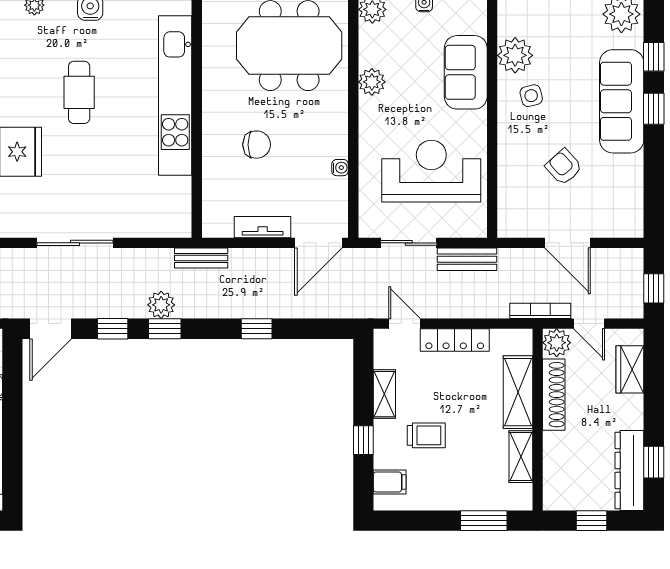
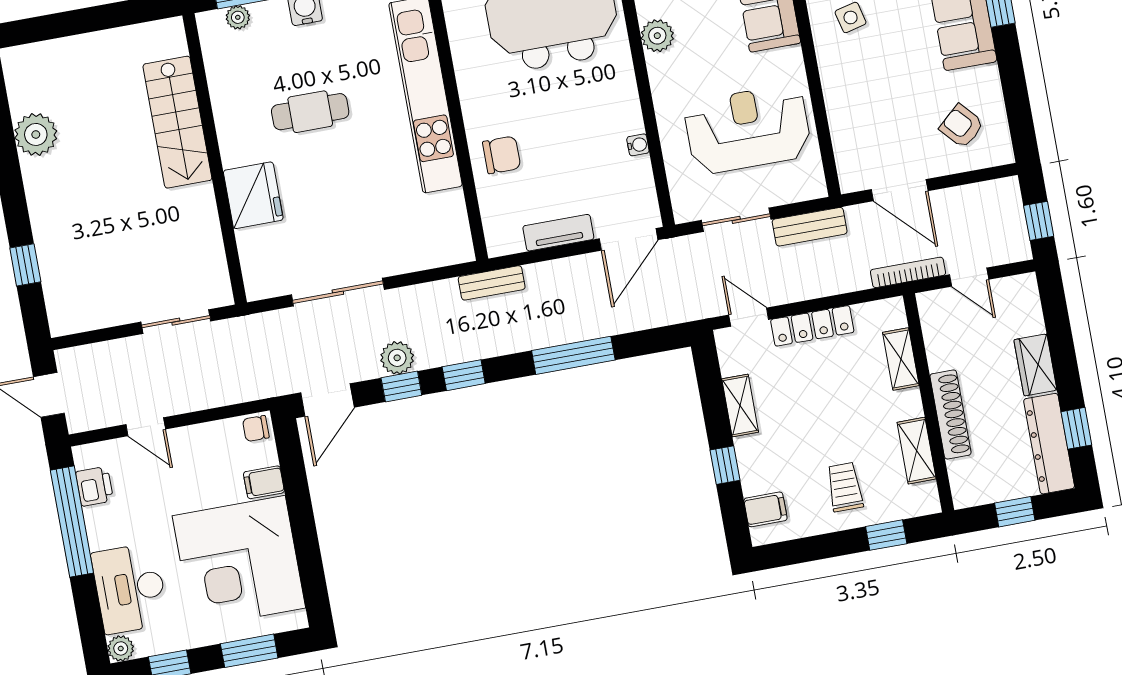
cafe table: (79, 92) -> (310, 112), turned 90
chair: (257, 145) -> (502, 155), moved
armchair: (564, 167) -> (962, 126), moved
door: (568, 243) -> (900, 190), moved
plant: (161, 305) -> (397, 358), moved
window: (257, 329) -> (573, 355), width x2.17
plant: (557, 343) -> (935, 307), removed
wardrobe: (630, 369) -> (1035, 365), moved
shelving: (518, 392) -> (901, 359), width x0.67, depth x0.75
shoe rack: (554, 395) -> (950, 414), moved
trolley: (426, 435) -> (845, 487), moved, turned -90
window: (484, 521) -> (886, 535), width x0.67

